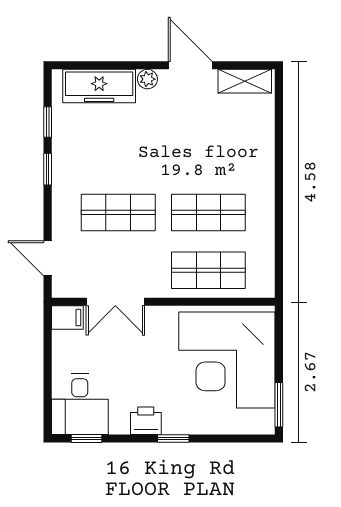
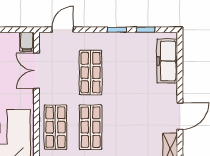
plant: (147, 79) -> (171, 90), removed

